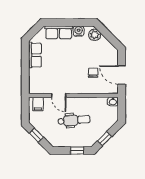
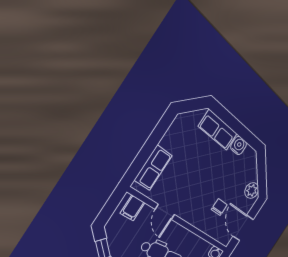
plant: (95, 35) -> (252, 191), moved
row of seats: (35, 55) -> (153, 168), moved

